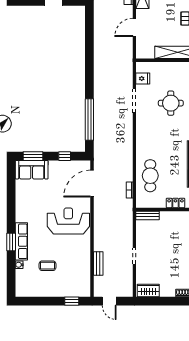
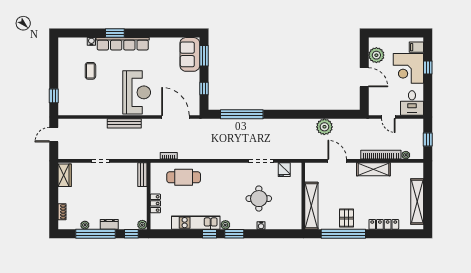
plant: (101, 40) -> (324, 127), added
row of seats: (21, 241) -> (123, 44), width x1.36
bench: (98, 263) -> (124, 123), moved, width x1.36

